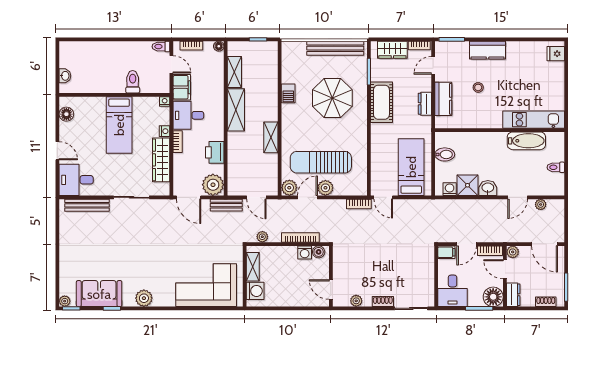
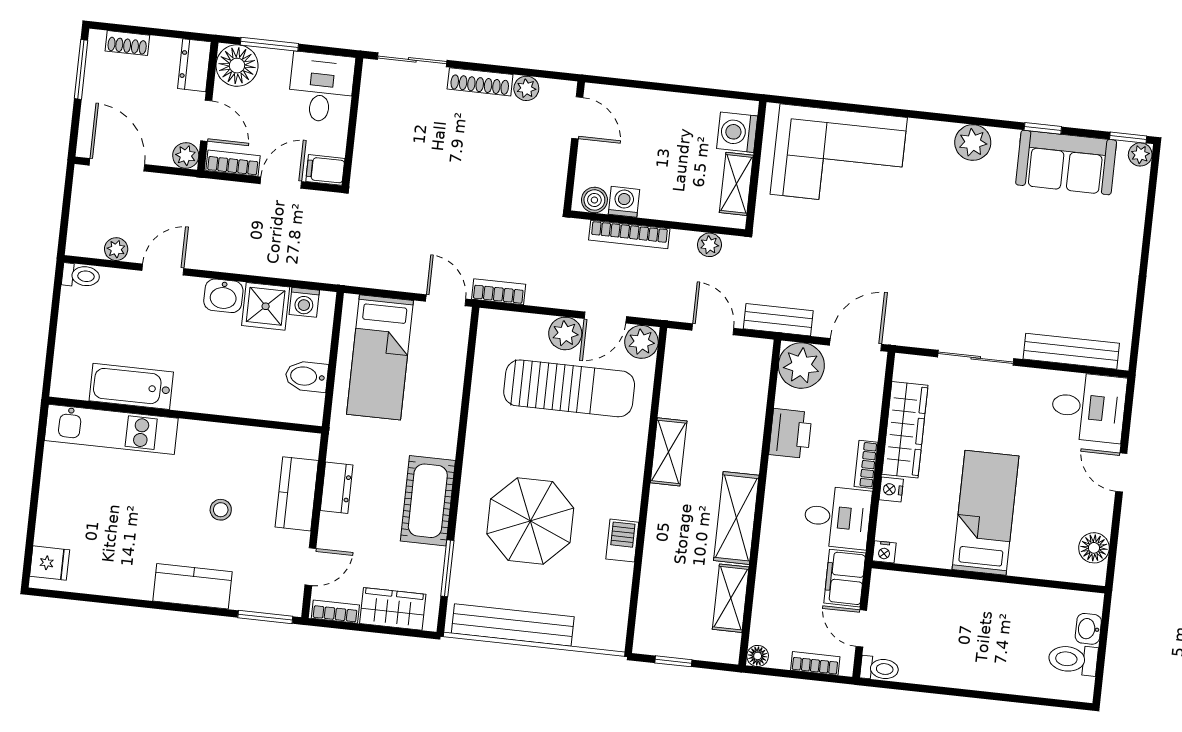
toilet: (133, 82) -> (1073, 659), moved, turned 90
toilet: (556, 167) -> (81, 276), moved
door: (189, 197) -> (856, 345), hinge flipped
shoe rack: (383, 302) -> (480, 82), width x1.43

